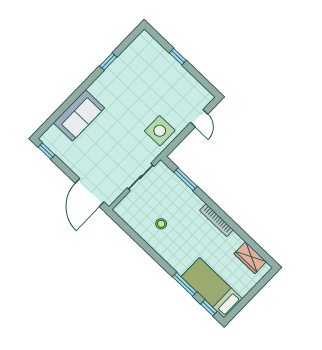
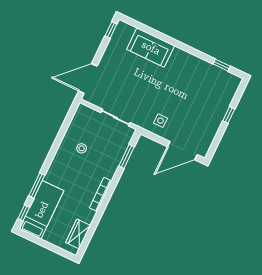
window: (108, 62) -> (222, 65), moved
door: (199, 118) -> (182, 151), width x1.88
side table: (160, 131) -> (160, 121), width x0.54, depth x0.54

